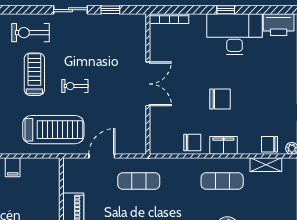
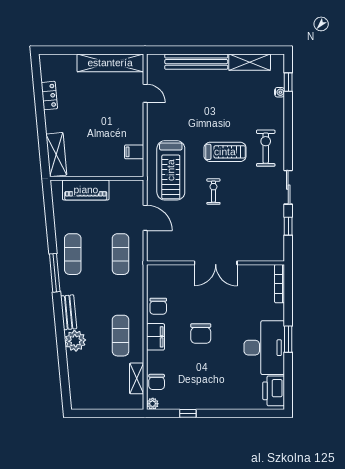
window: (226, 10) -> (288, 339), width x1.50
chair: (270, 144) -> (157, 382), turned 180
filing cabinet: (13, 167) -> (134, 152), moved

